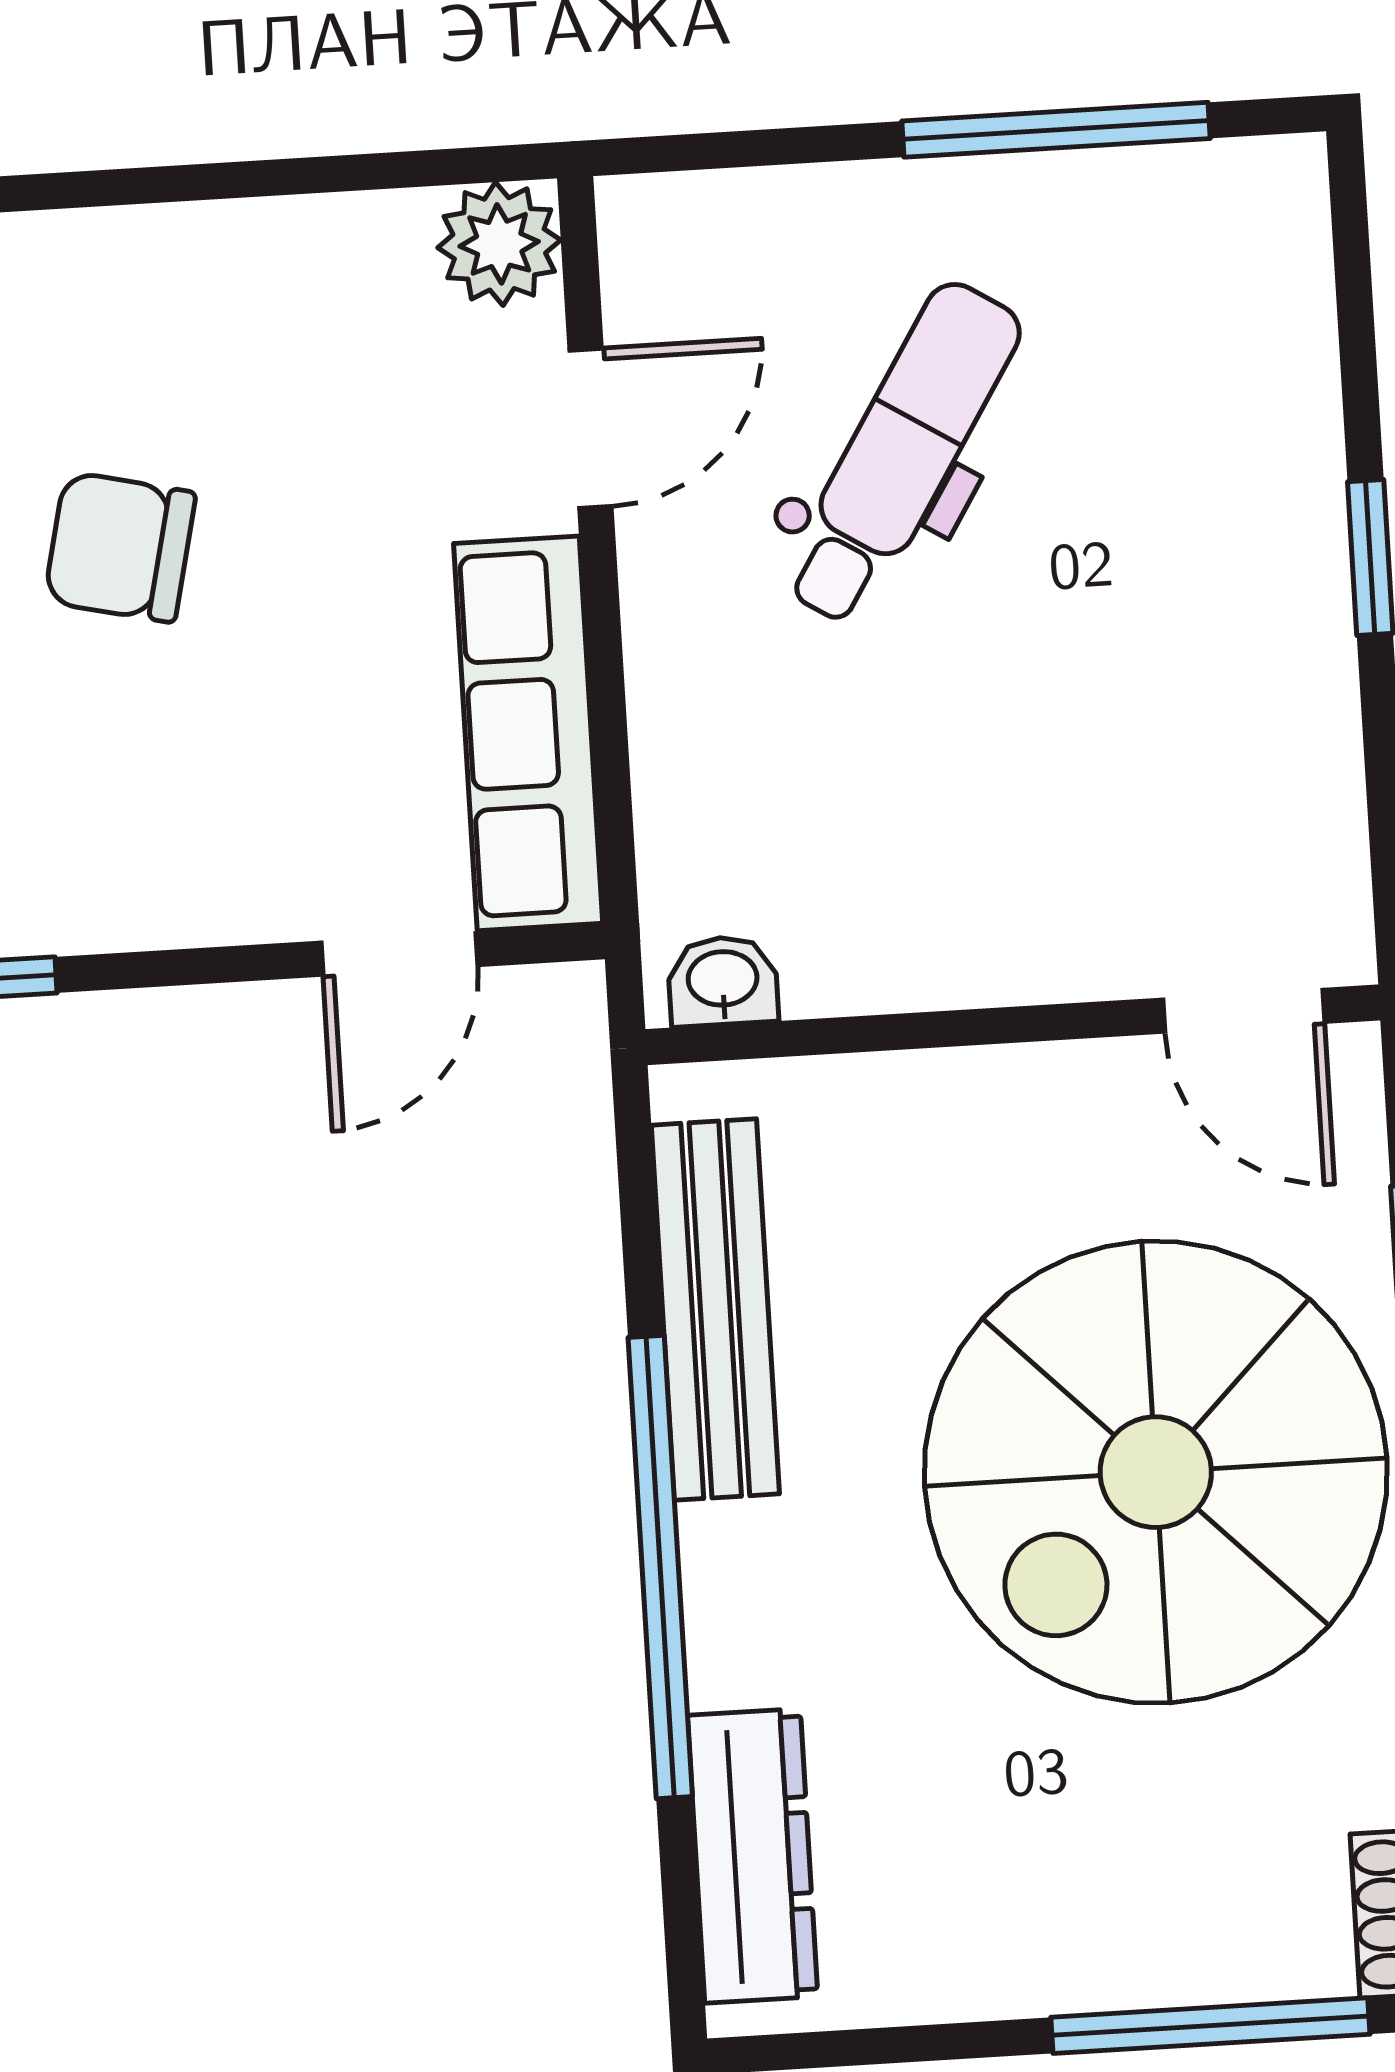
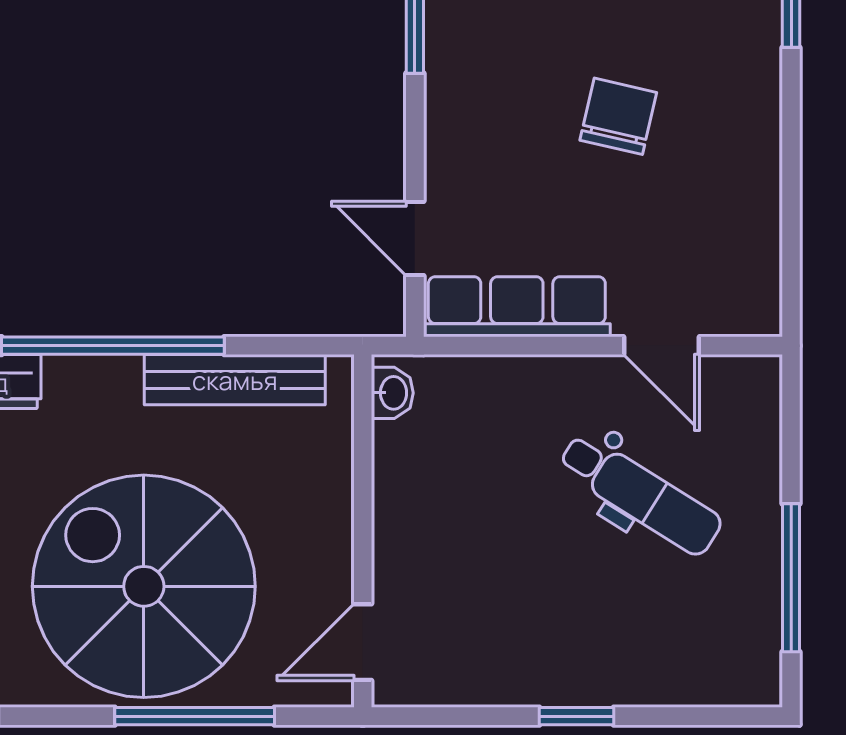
plant: (499, 244) -> (753, 307), removed

